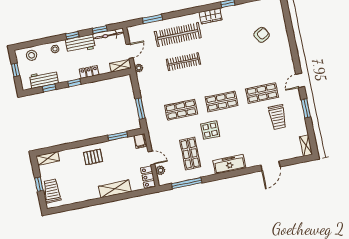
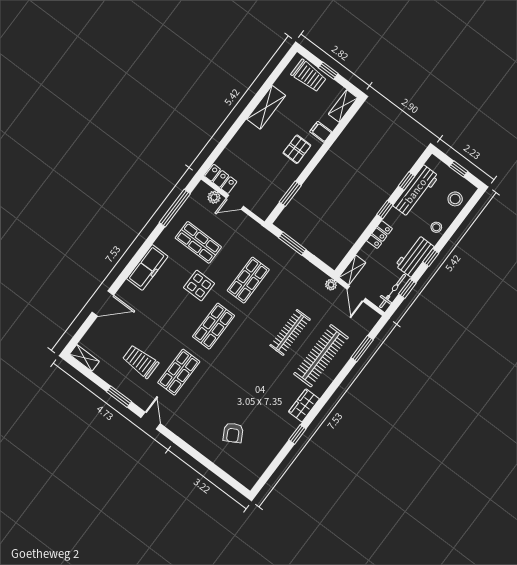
workbench: (44, 79) -> (416, 191), width x1.38
filing cabinet: (140, 141) -> (321, 132), moved
door: (270, 166) -> (103, 304), swing flipped
shelving: (115, 189) -> (266, 107), moved

